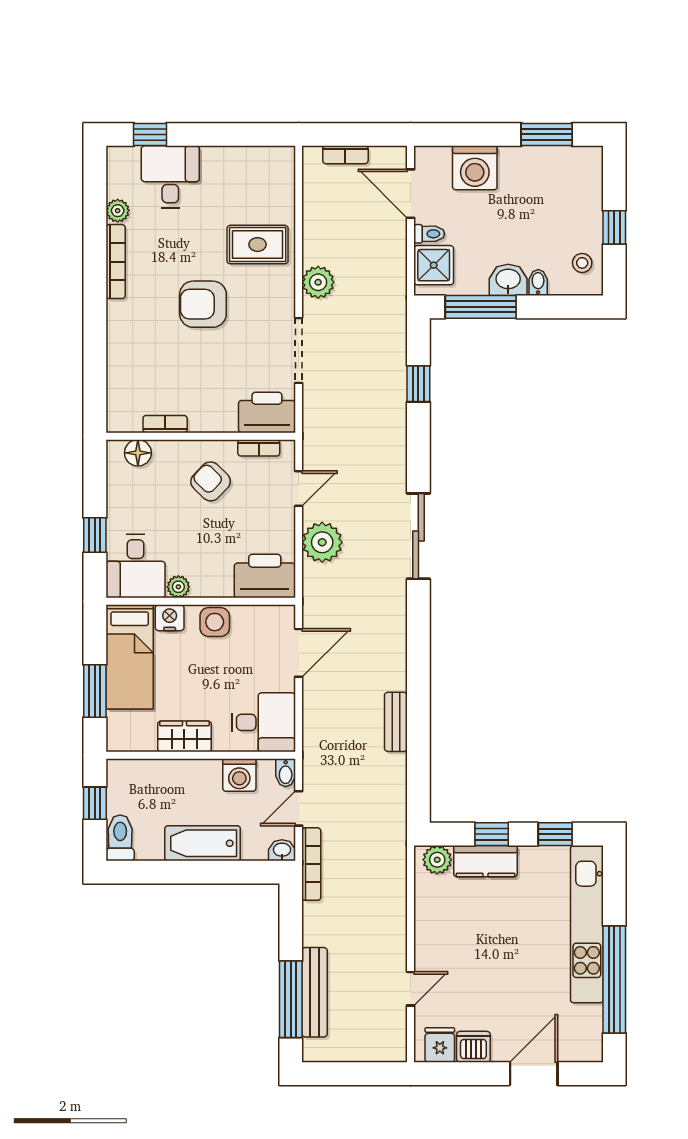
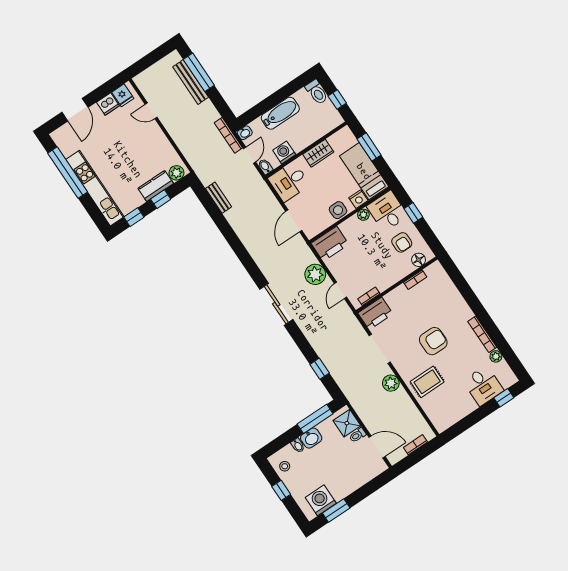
washing machine: (475, 168) -> (321, 500), moved
armchair: (211, 481) -> (402, 242), moved, turned 46
bench: (396, 722) -> (218, 198), moved
door: (411, 989) -> (151, 111), hinge flipped

